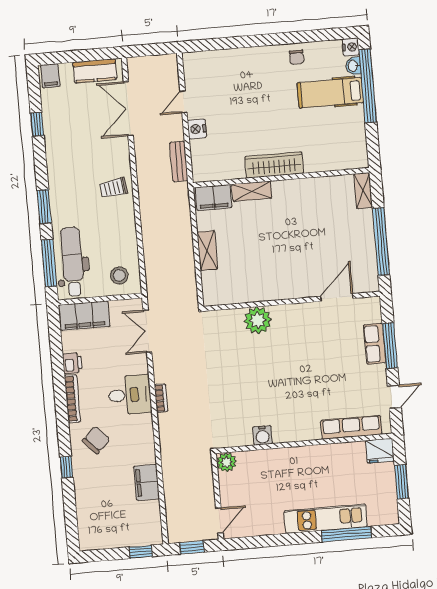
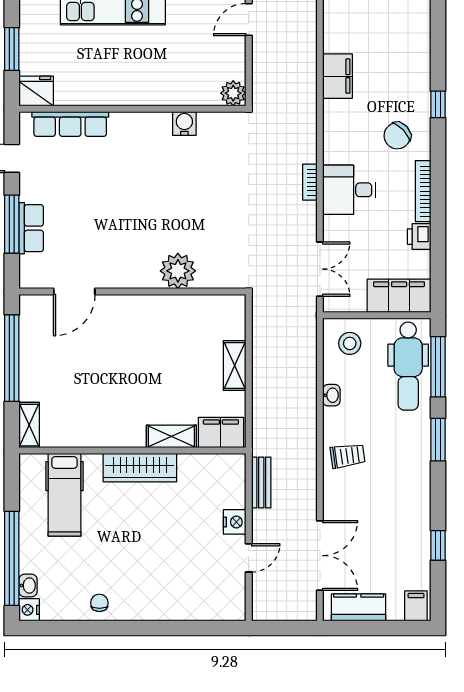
hospital bed: (330, 93) -> (64, 495), moved, turned 90
washbasin: (130, 234) -> (331, 395), added

